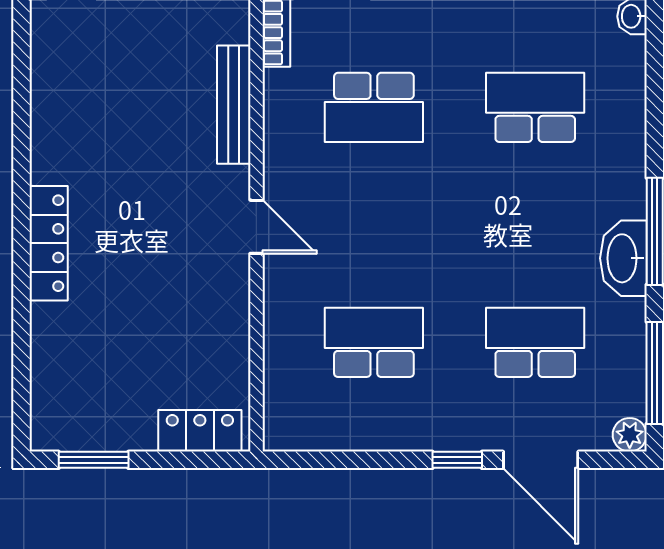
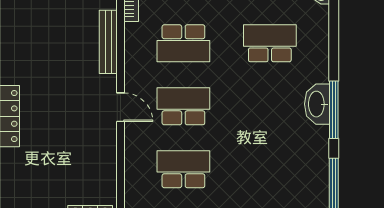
washbasin: (623, 258) -> (317, 104), moved
school desk: (535, 342) -> (183, 106), moved

